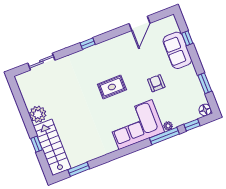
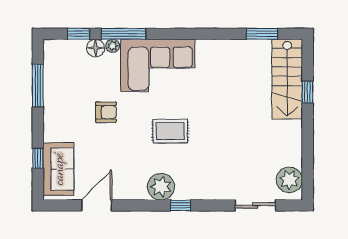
plant: (104, 50) -> (161, 187), added
sofa: (177, 50) -> (58, 169), moved
armchair: (156, 83) -> (106, 112), turned -90
window: (205, 83) -> (38, 86), width x1.44
floor lamp: (205, 110) -> (96, 48), moved
plant: (38, 114) -> (289, 180), moved

